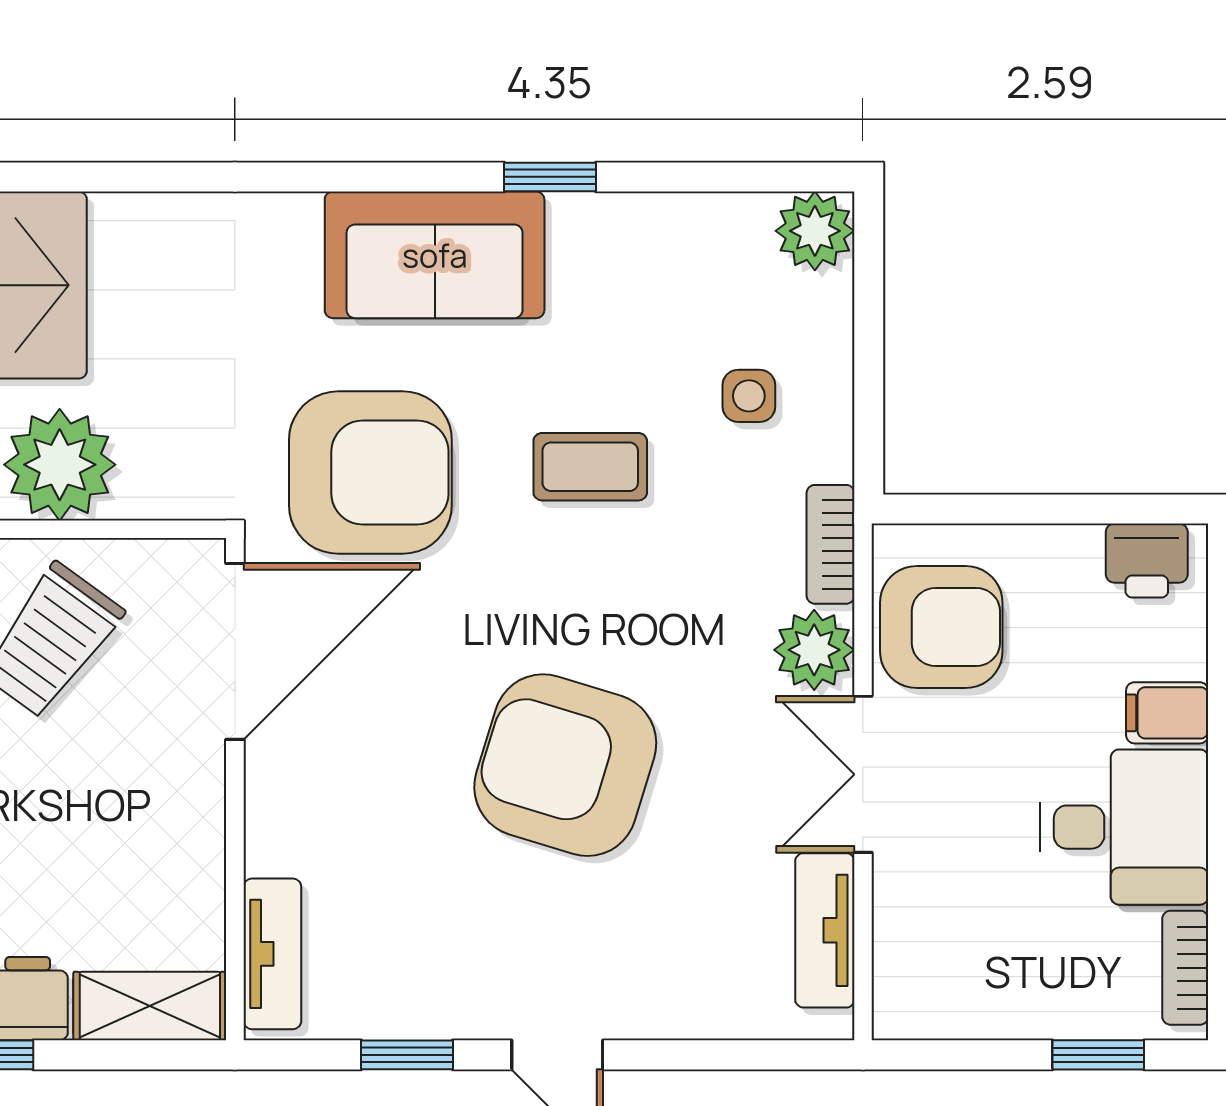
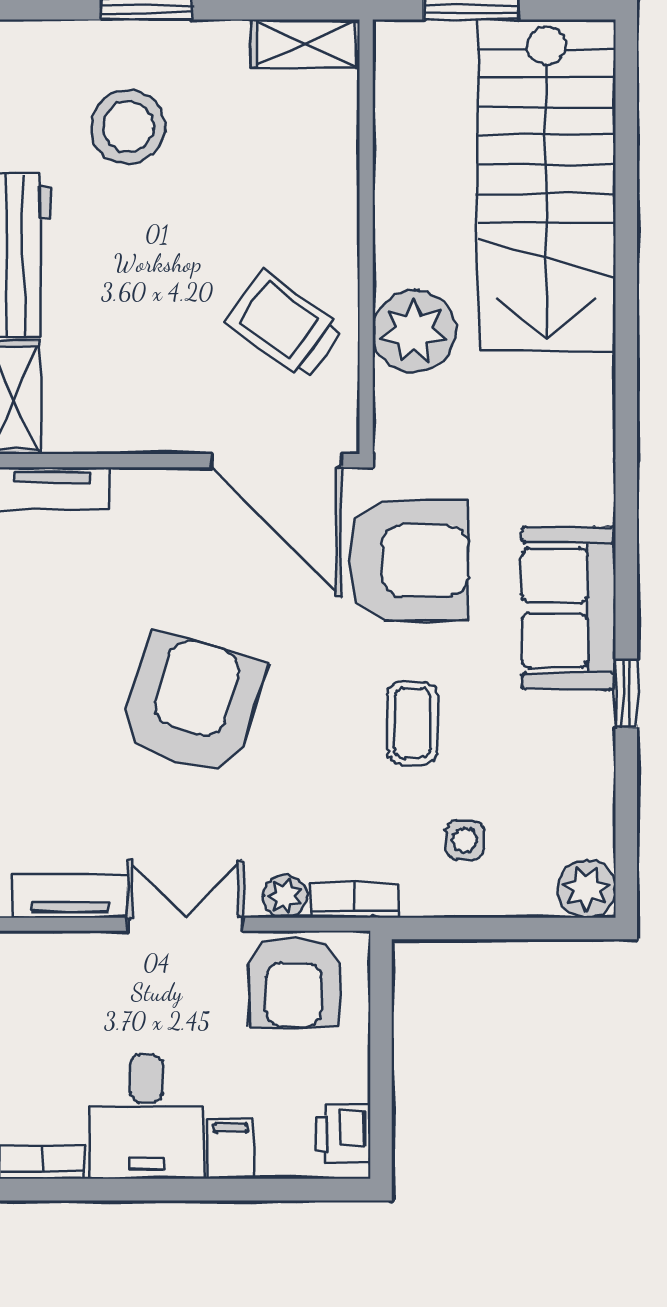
armchair: (370, 473) -> (408, 561), turned -90
plant: (814, 650) -> (285, 896), width x0.73, depth x0.73

